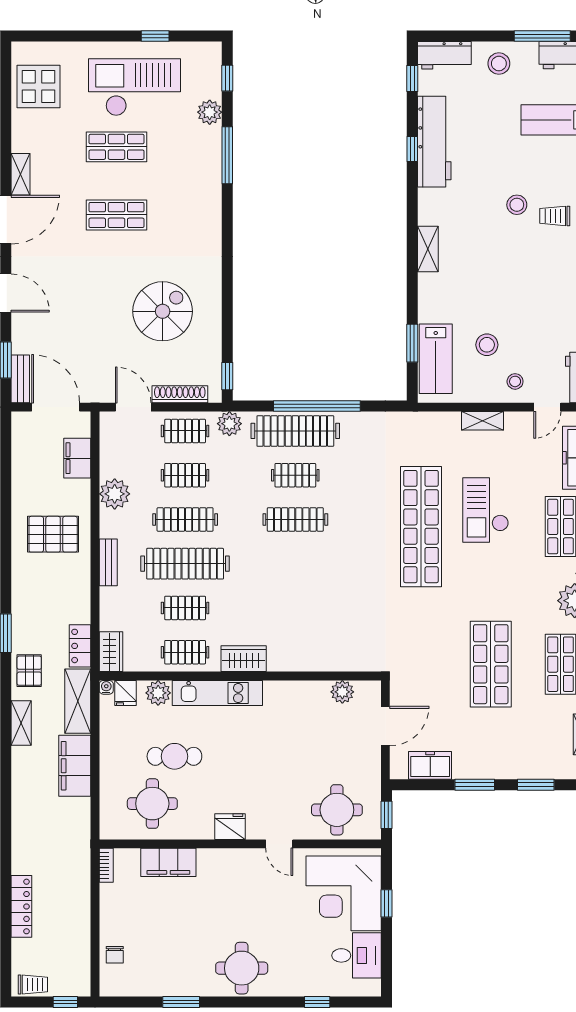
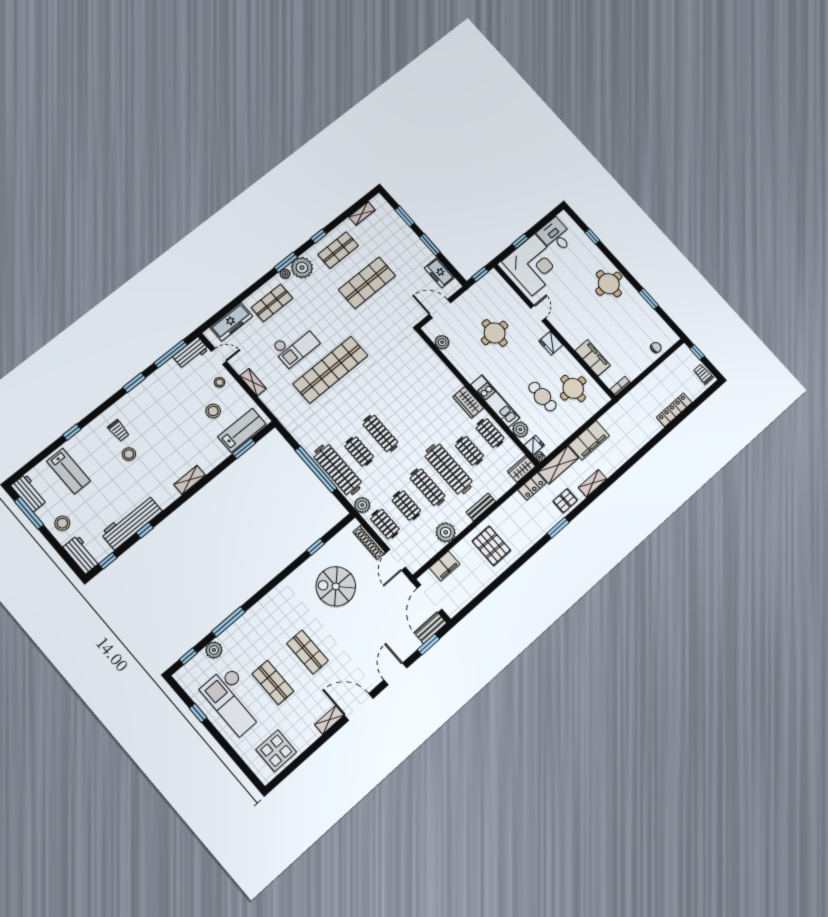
window: (227, 376) -> (316, 547), moved
round table: (337, 810) -> (495, 333), moved

